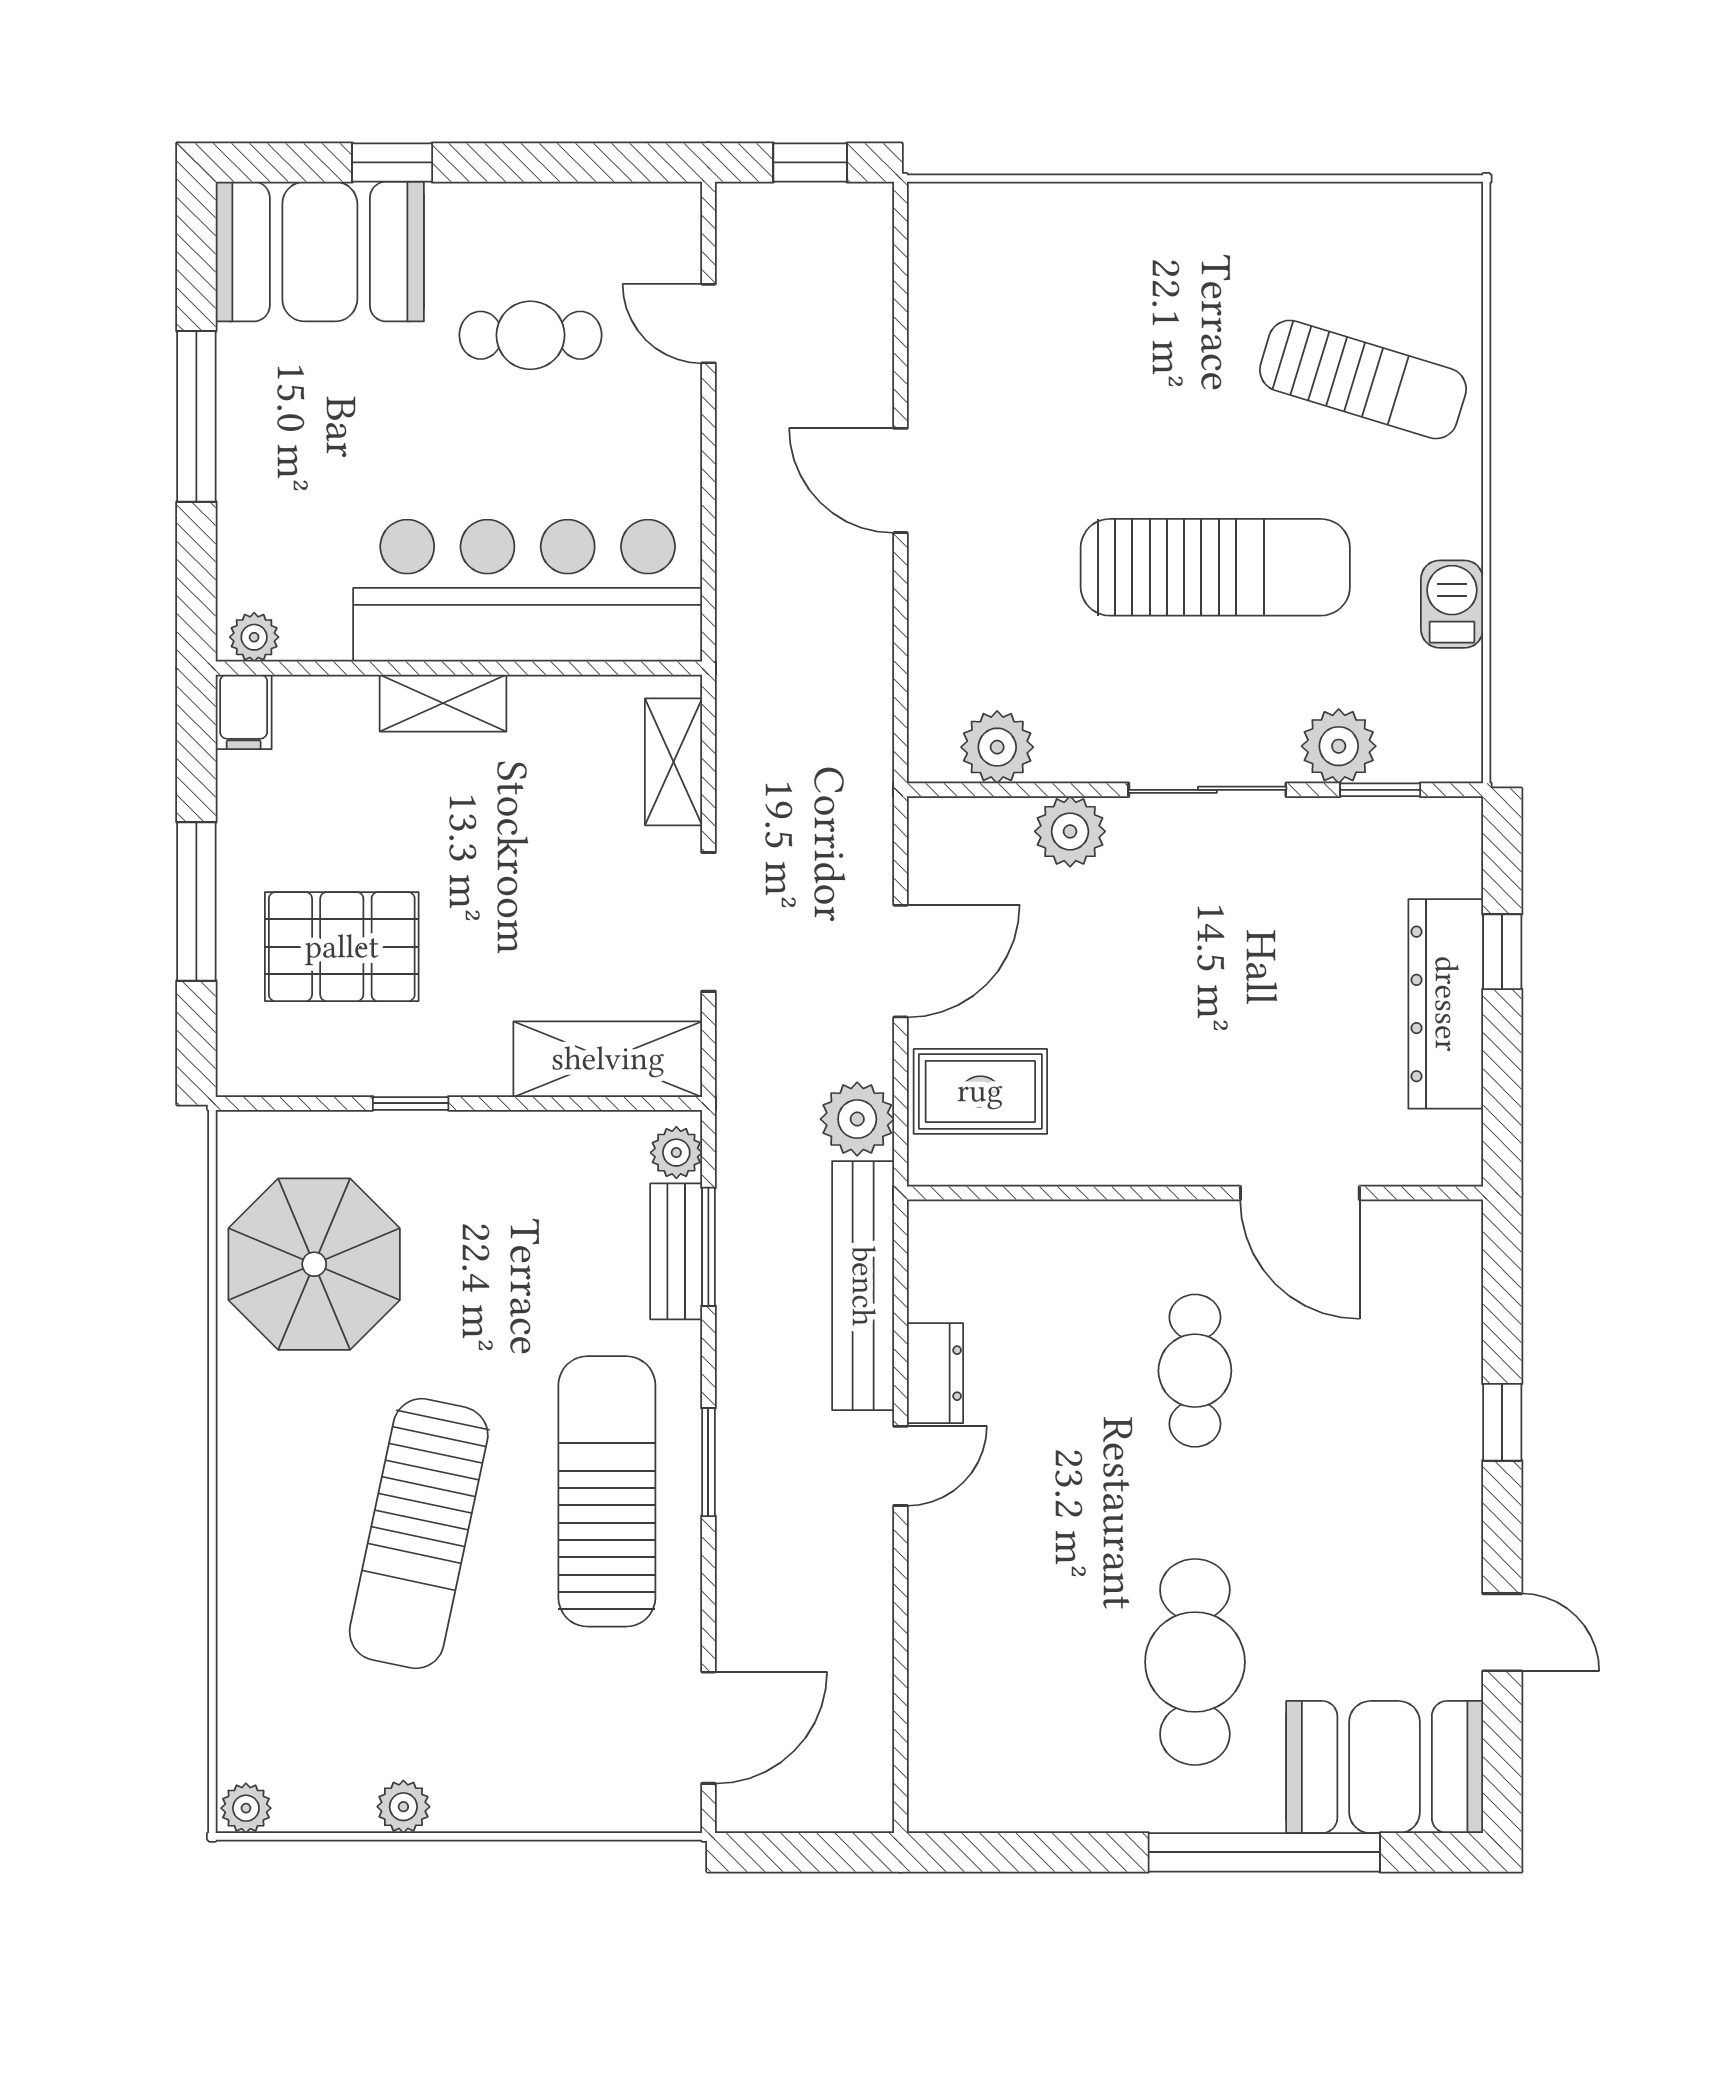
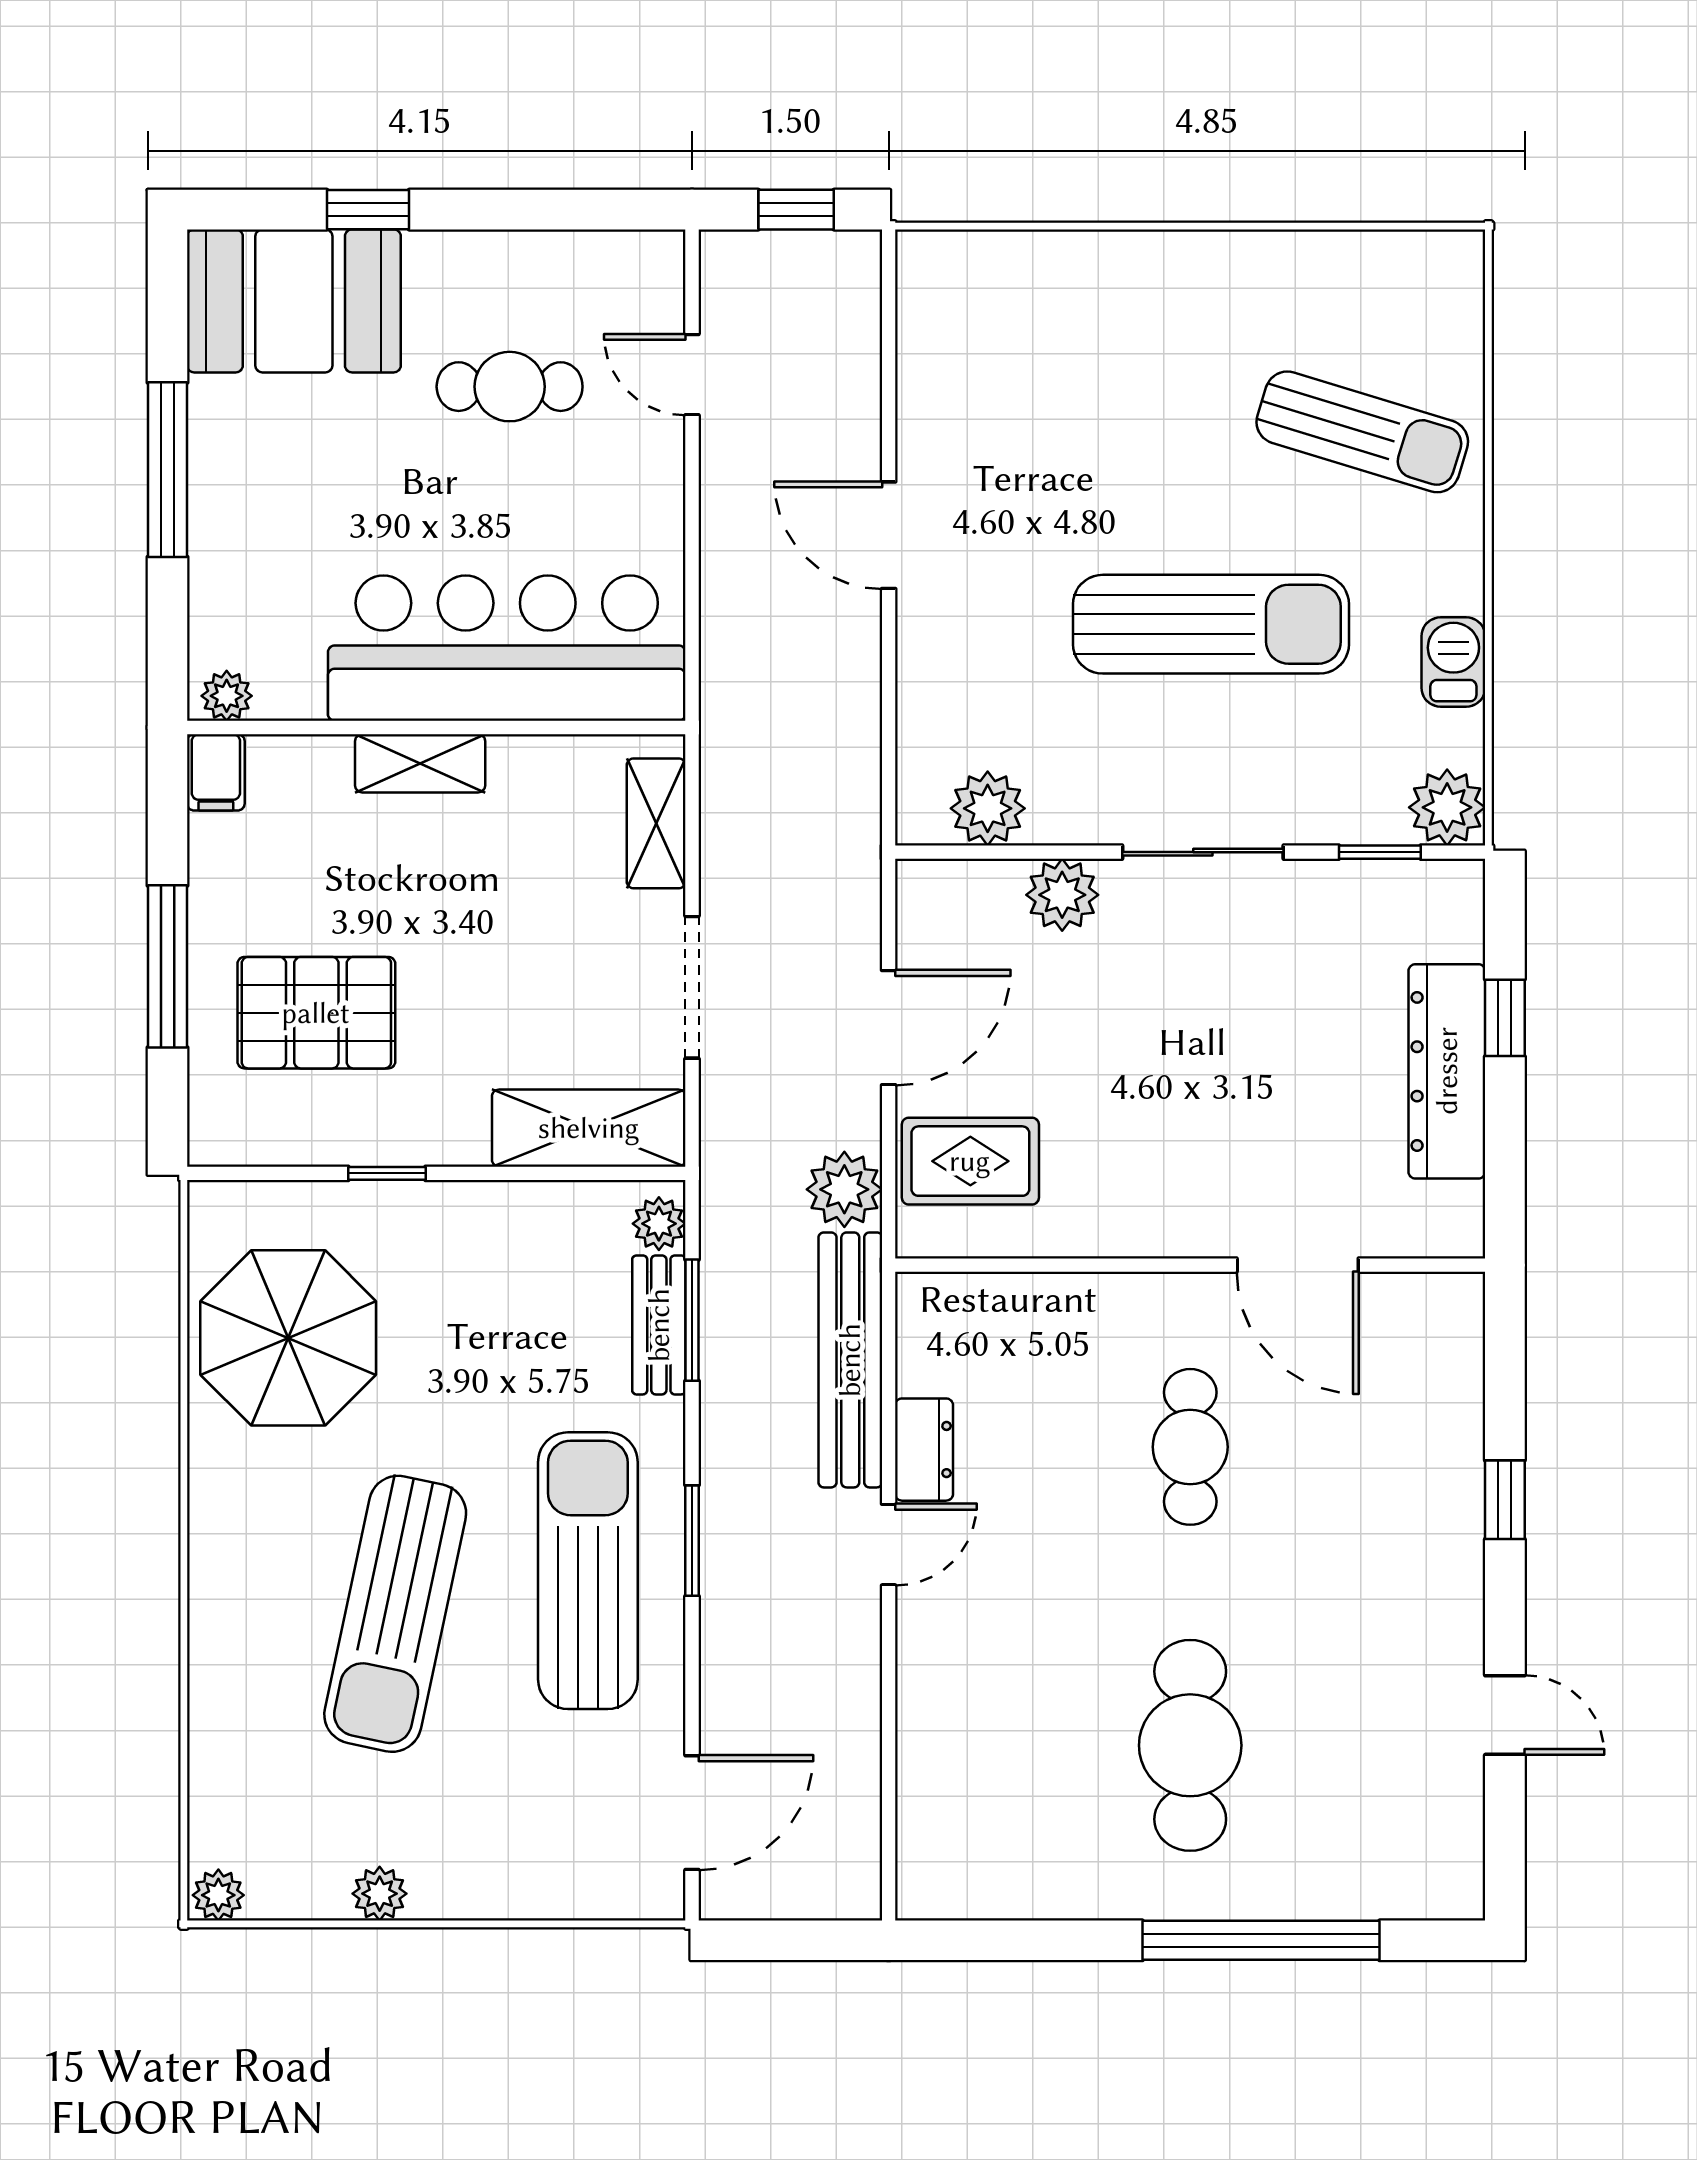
plant: (1339, 746) -> (1447, 807), moved
booth: (1385, 1767) -> (1384, 1853), removed

